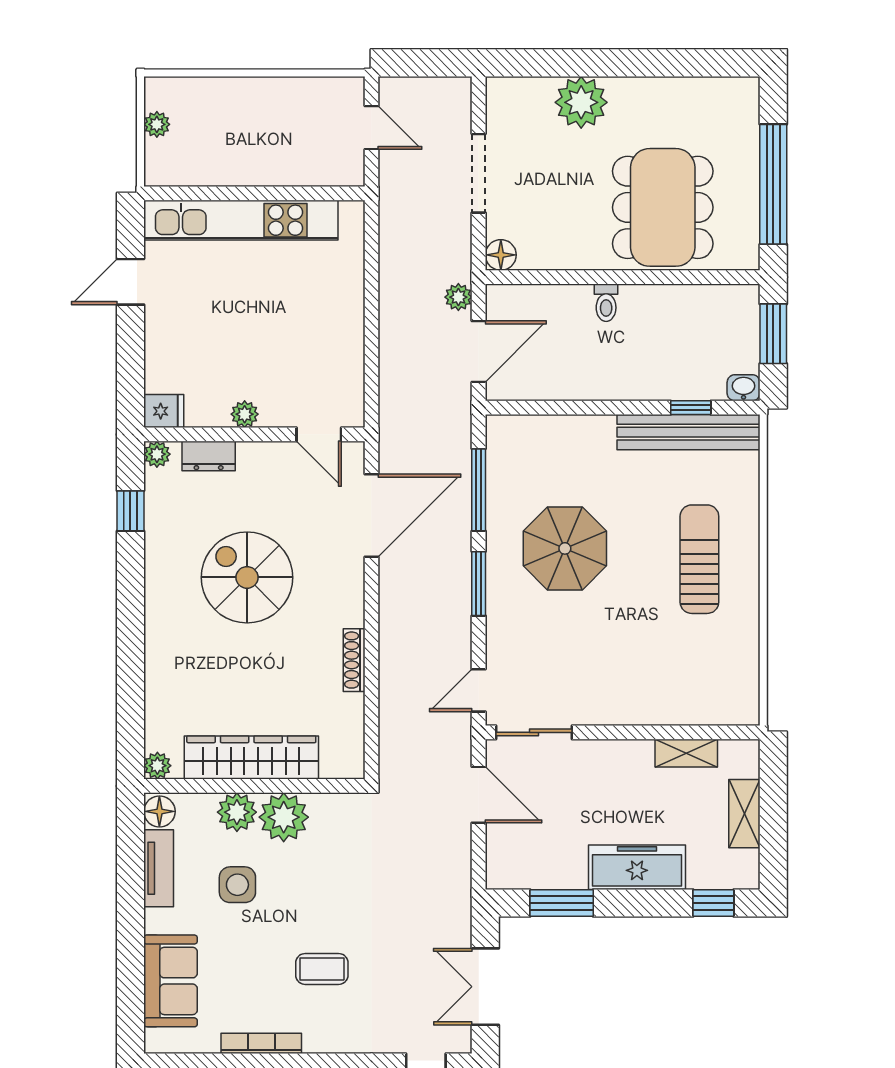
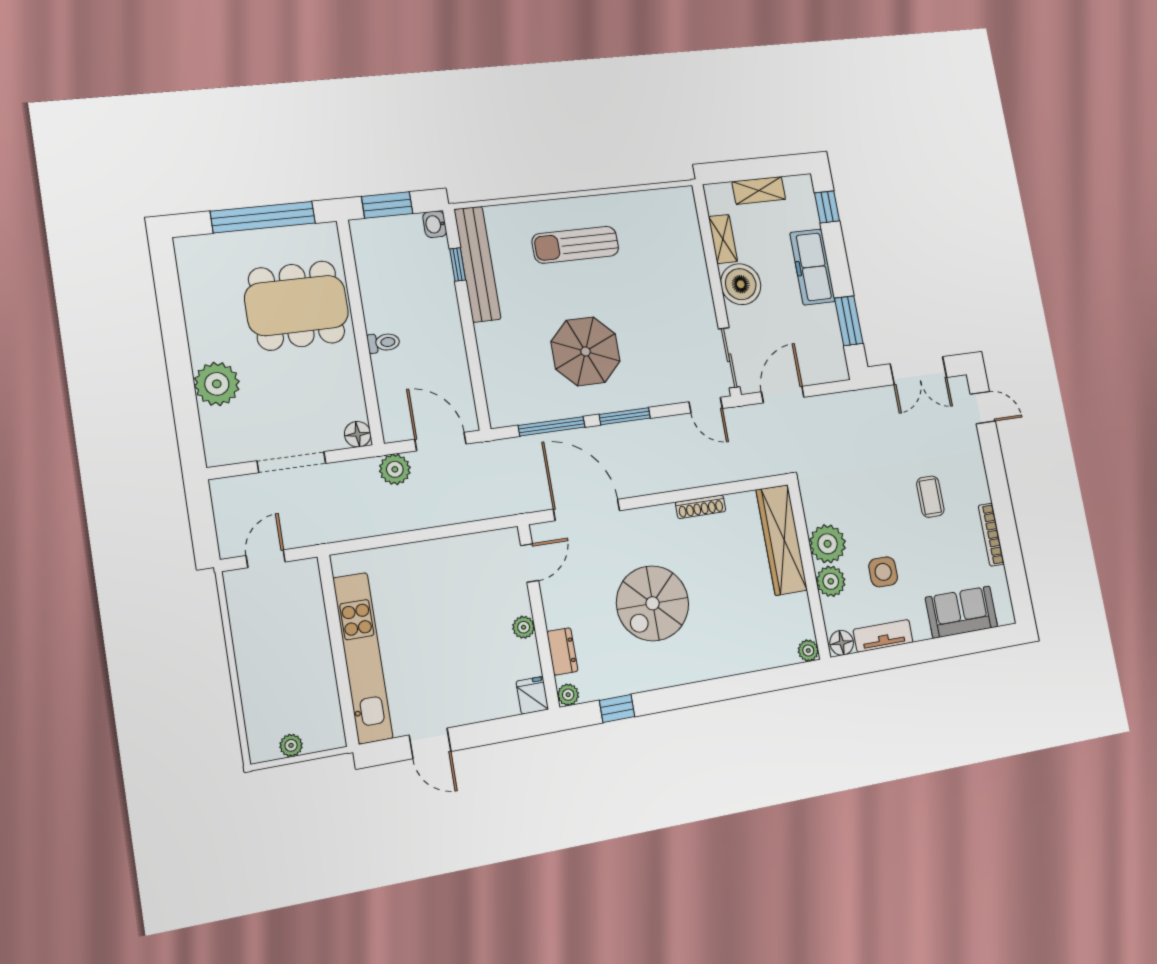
plant: (458, 297) -> (395, 469), width x1.38, depth x1.38
wardrobe: (251, 758) -> (782, 540), moved
boiler: (626, 766) -> (741, 284), added

